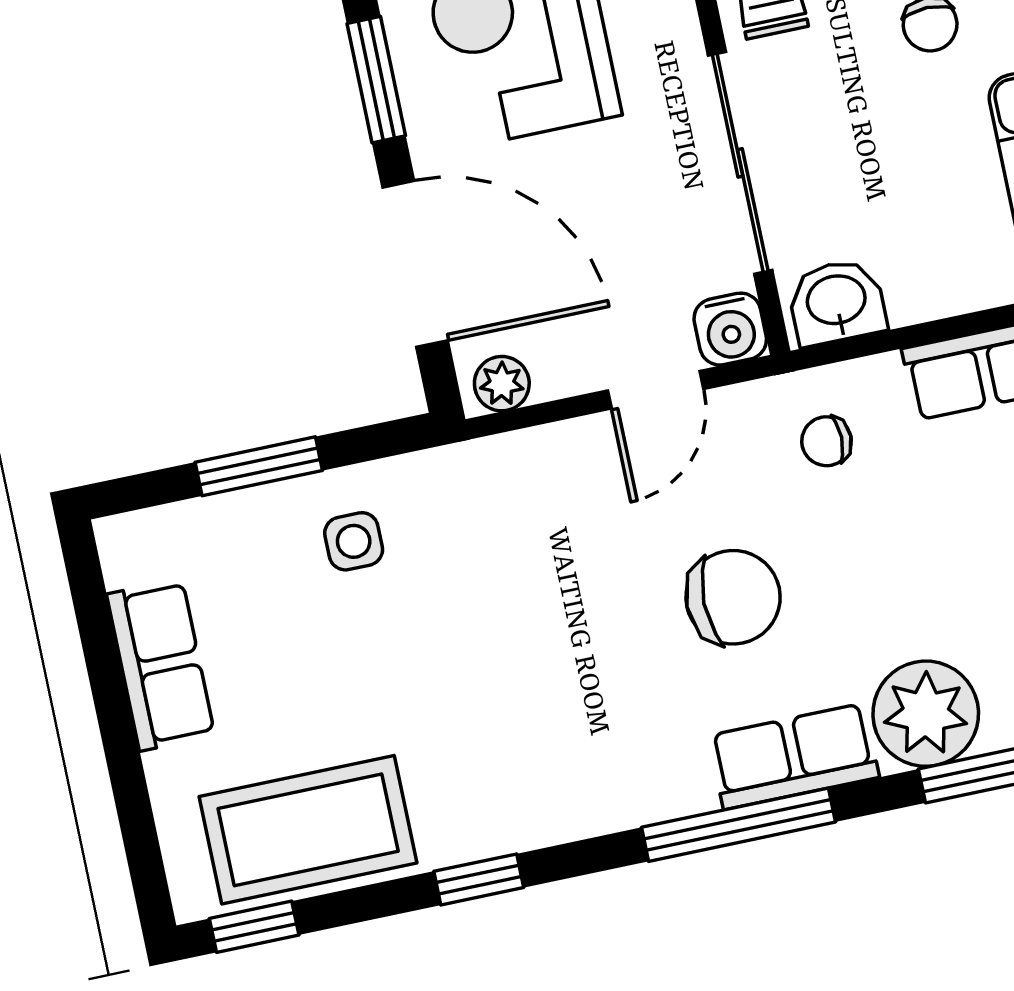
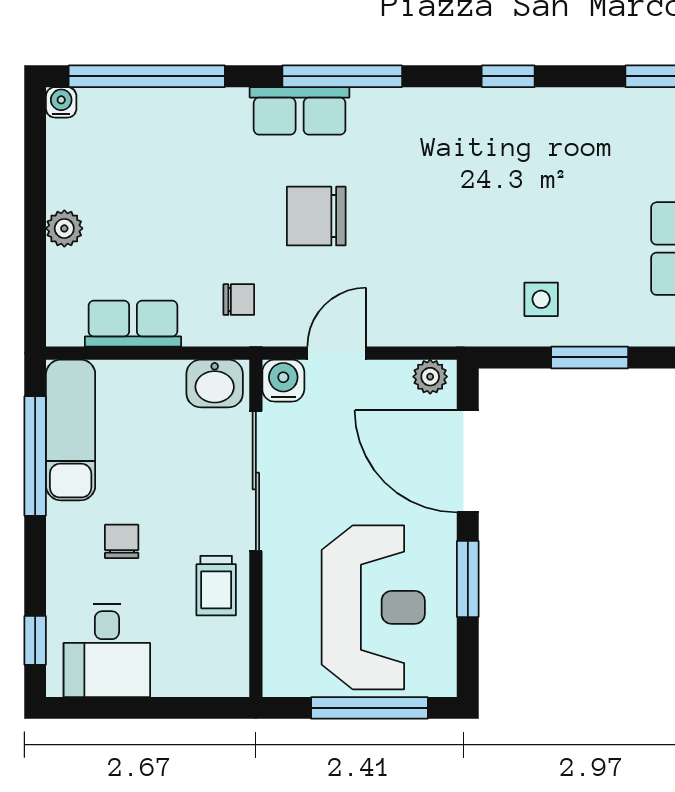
plant: (926, 714) -> (213, 120), removed
coffee table: (308, 830) -> (606, 129), removed

